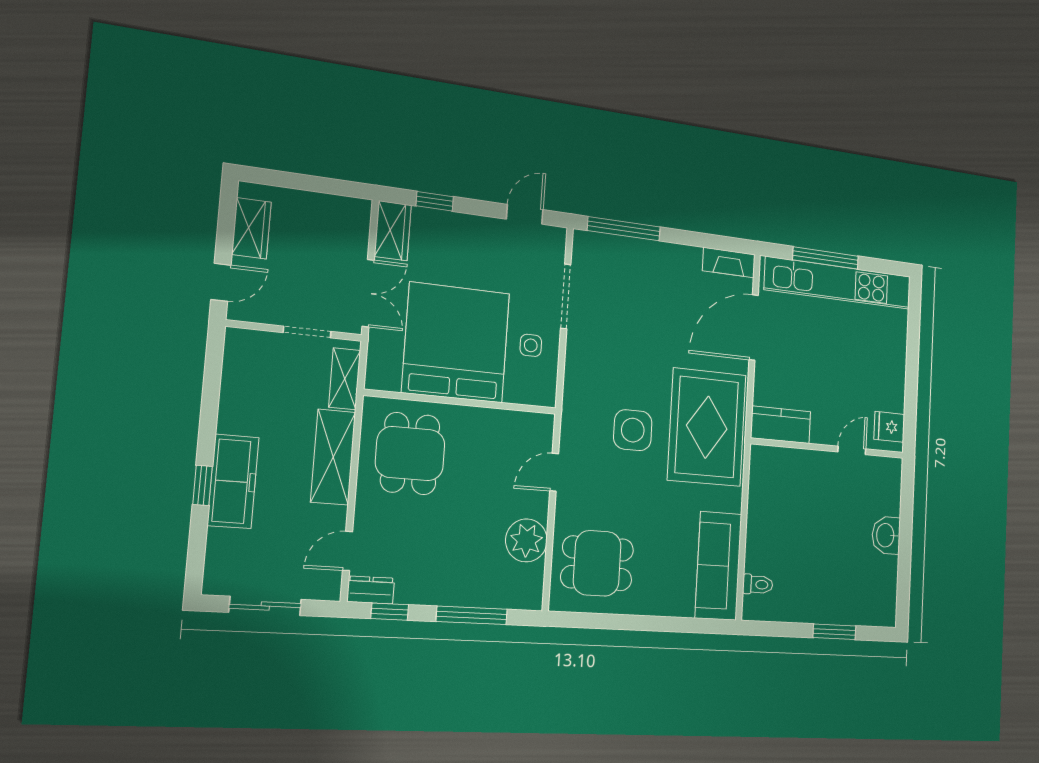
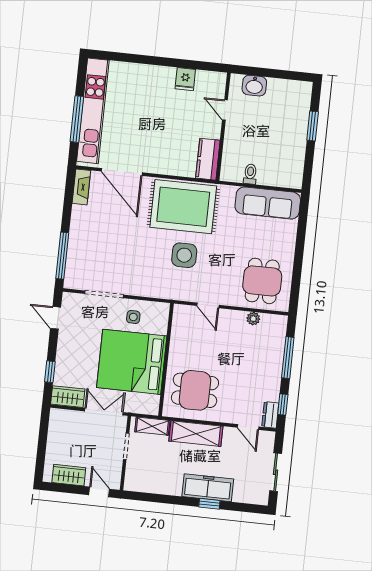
kitchen counter: (781, 425) -> (208, 159), moved
wall: (828, 448) -> (223, 127), moved
door: (852, 450) -> (225, 110), moved
plant: (526, 540) -> (253, 319), width x0.53, depth x0.53
toilet: (758, 584) -> (250, 174), moved

